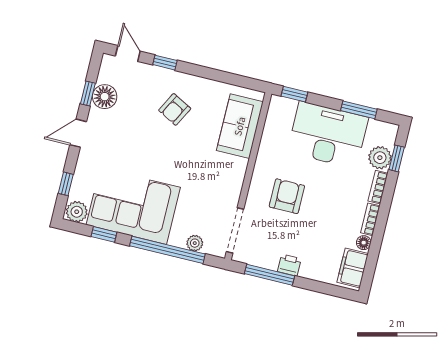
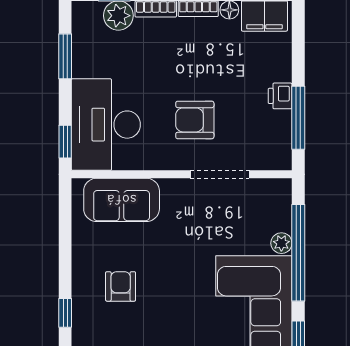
armchair: (175, 109) -> (121, 286), turned -118
desk: (328, 135) -> (106, 125), moved
doorway: (235, 230) -> (220, 174), moved
plant: (195, 243) -> (281, 243), moved

